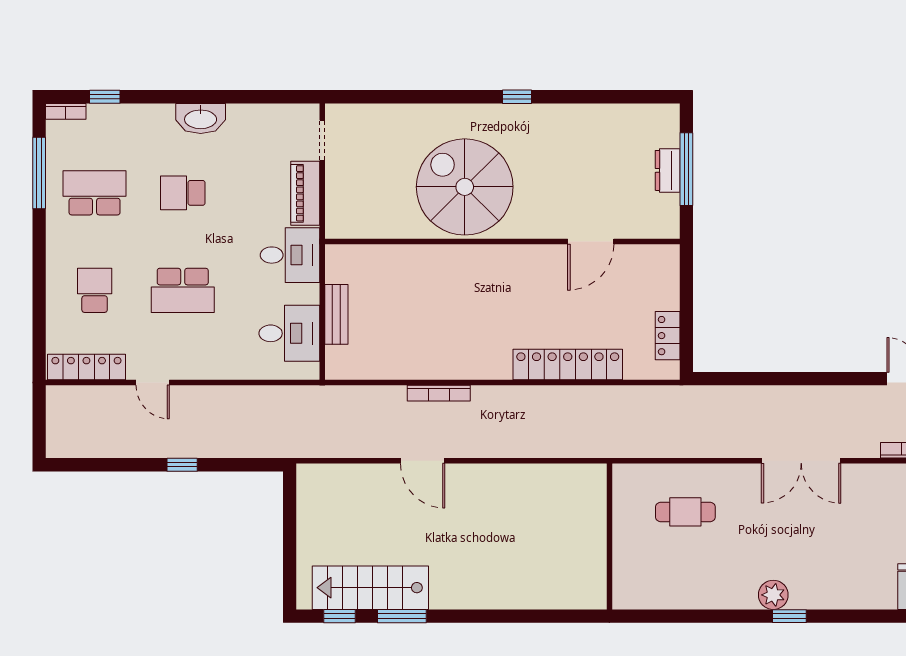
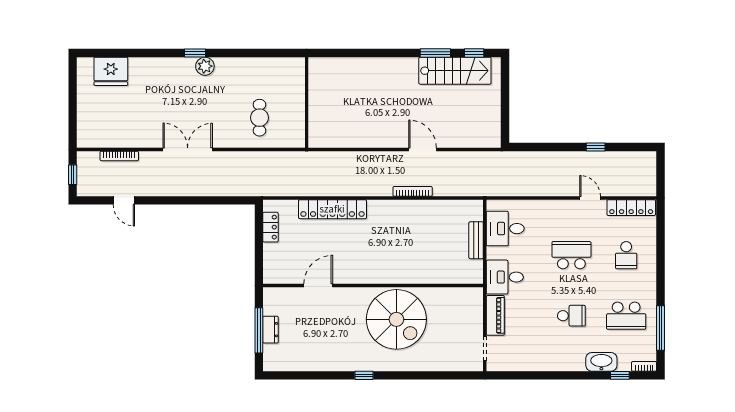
washbasin: (201, 118) -> (601, 362), moved
window: (182, 465) -> (596, 147), moved
cafe table: (685, 512) -> (259, 118), turned 90

